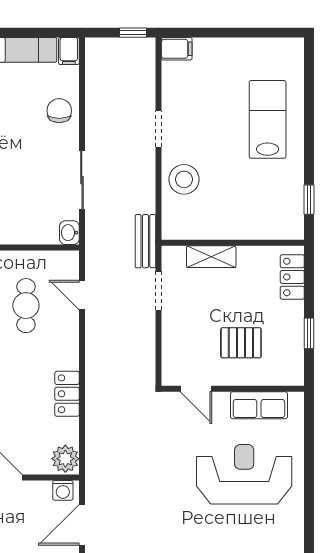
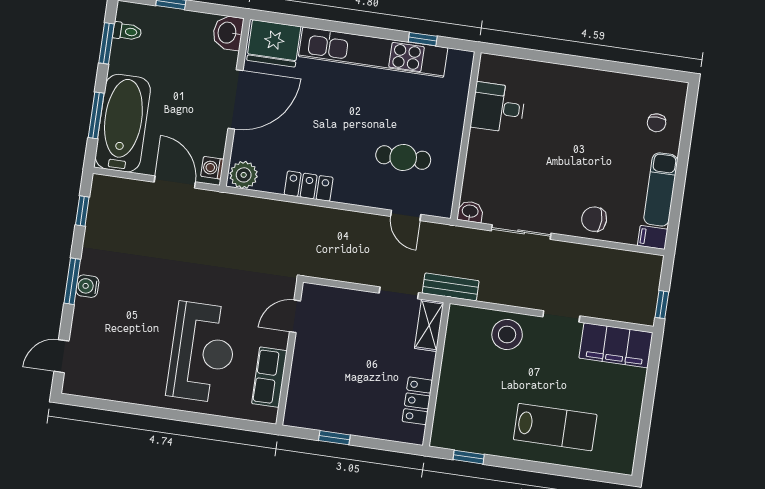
filing cabinet: (177, 49) -> (616, 345), width x3.00, depth x1.17
chair: (59, 111) -> (594, 219), turned 180
shelving: (211, 257) -> (429, 325), moved
locker: (292, 277) -> (417, 401), moved, turned -90
door: (82, 295) -> (406, 215), swing flipped
pallet: (241, 343) -> (335, 368), removed

